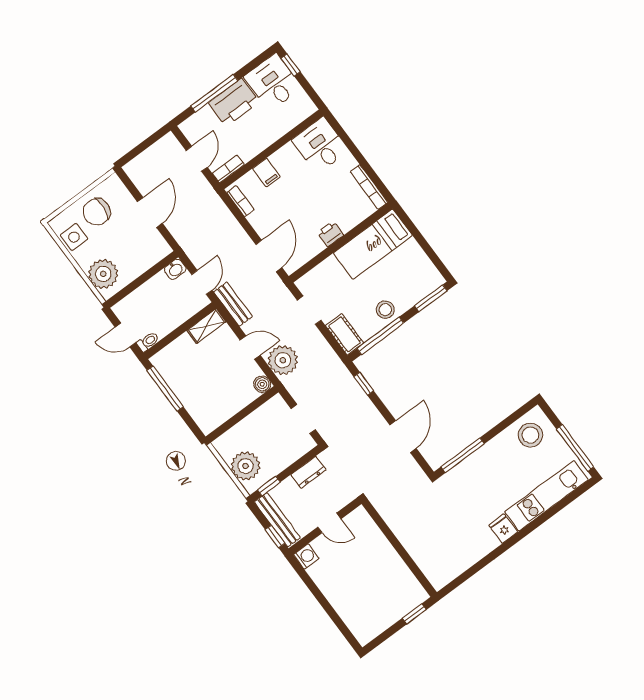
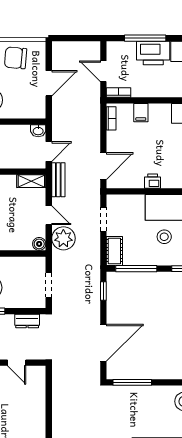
door: (197, 159) -> (103, 71), swing flipped
stool: (385, 310) -> (164, 237), moved
door: (403, 437) -> (103, 343), width x1.36

